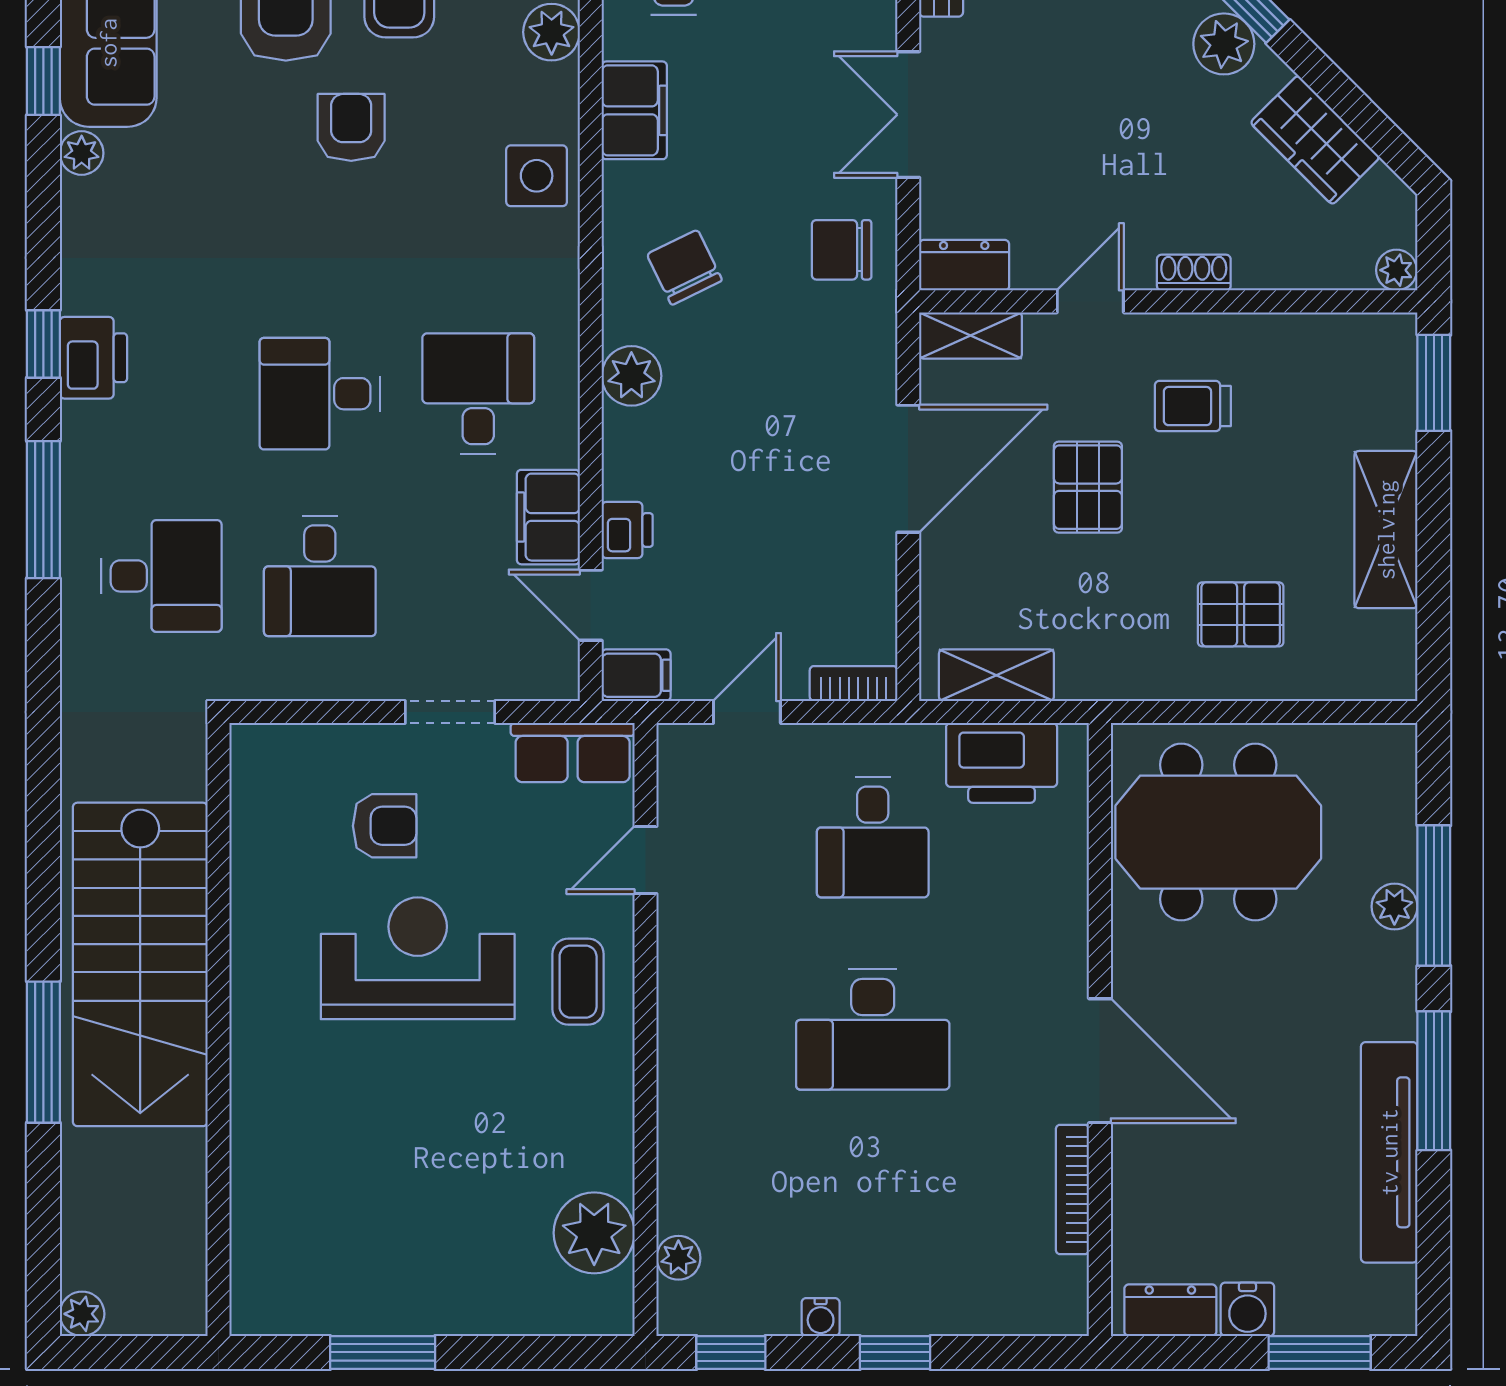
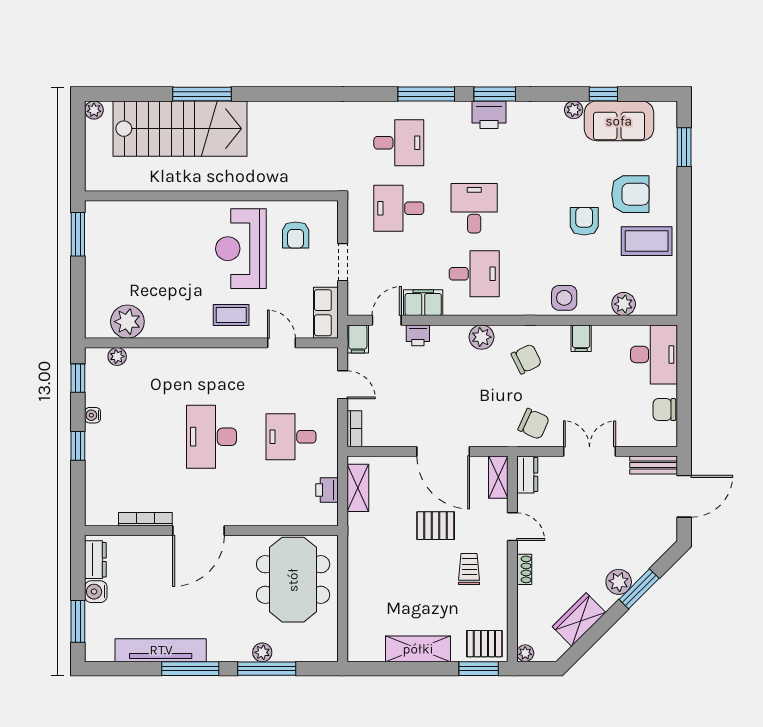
filing cabinet: (634, 110) -> (581, 338), width x0.50
armchair: (351, 127) -> (584, 221), turned -90
chair: (842, 250) -> (534, 424), turned 114
window: (43, 344) -> (495, 94), width x1.50
desk: (161, 576) -> (399, 143), turned -90
pallet: (1241, 614) -> (484, 644), moved, turned 90
printer: (1002, 763) -> (327, 490), width x0.53, depth x0.68
reception desk: (418, 958) -> (241, 249), turned 180
stairs: (140, 964) -> (180, 129), moved, turned 180
wall: (219, 1029) -> (211, 196), moved

